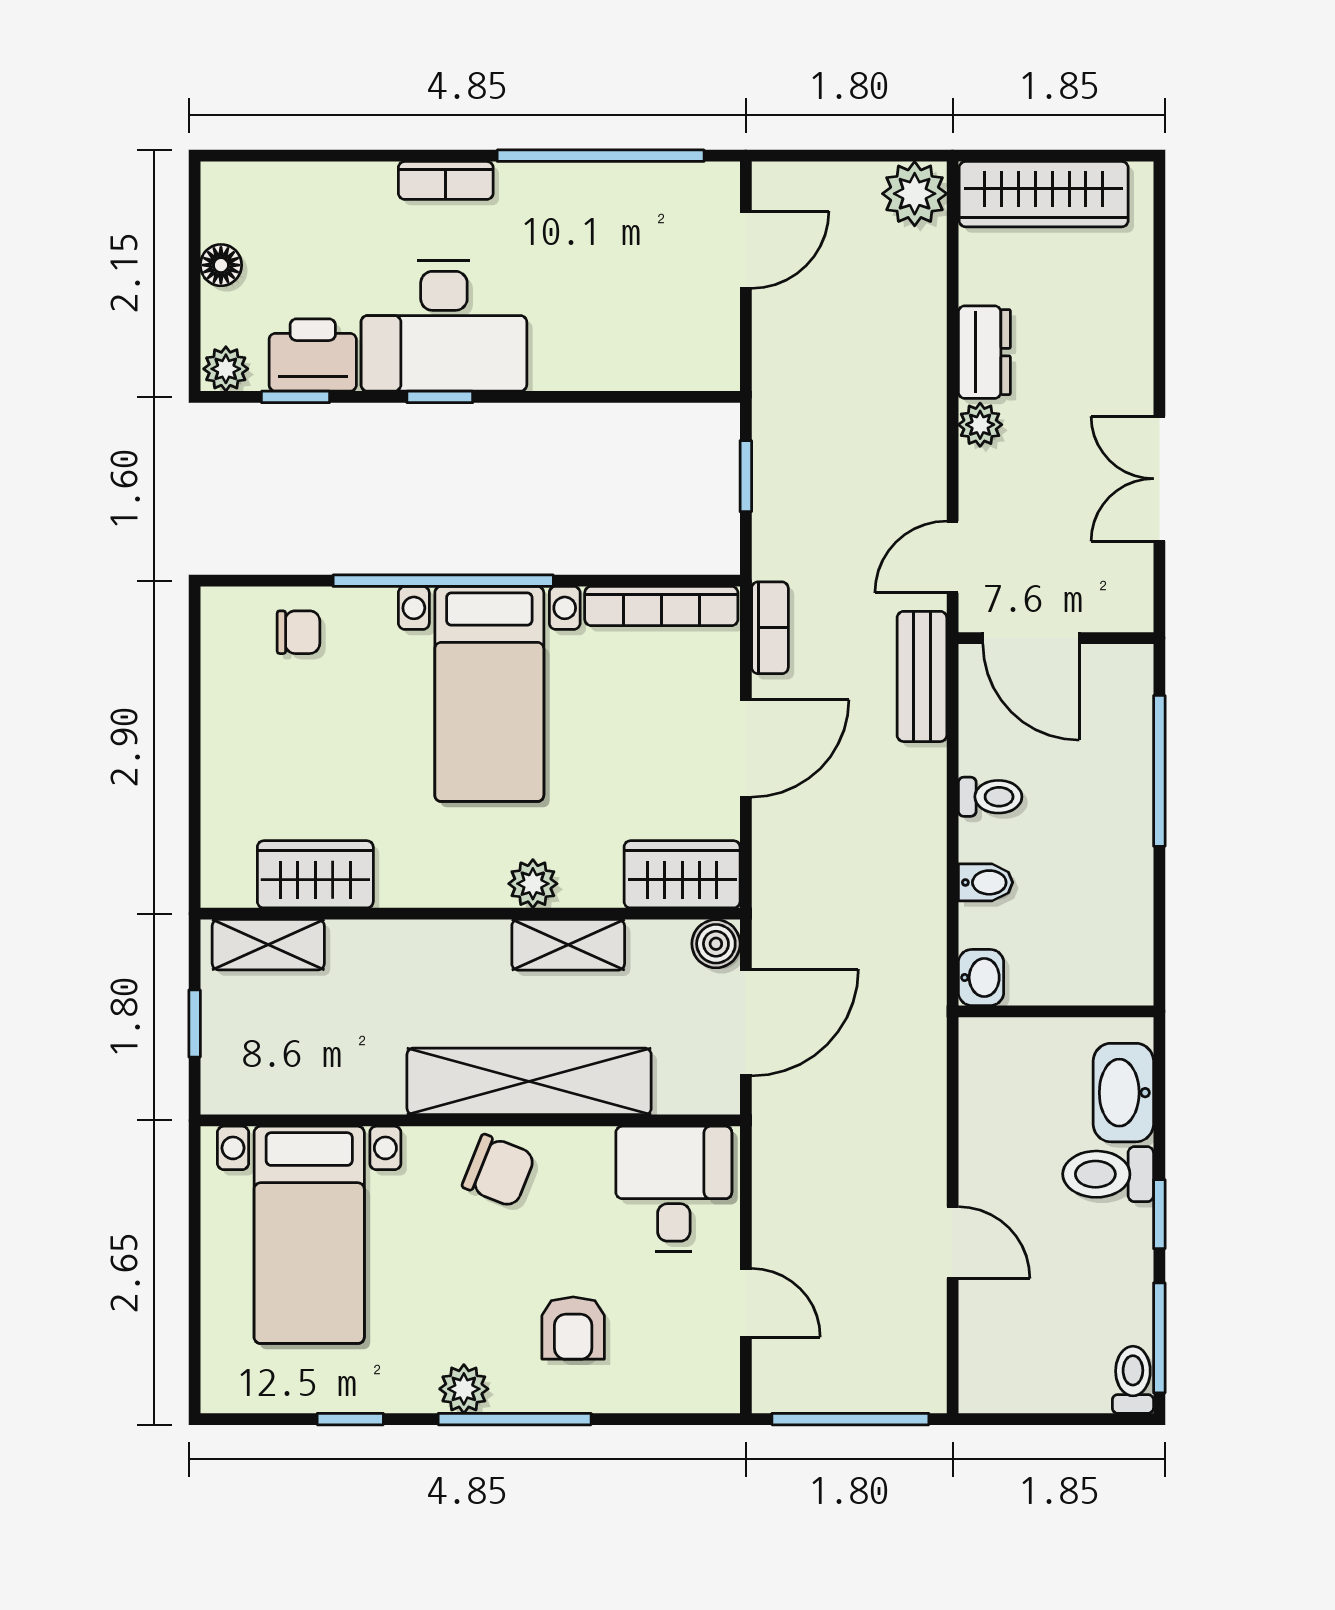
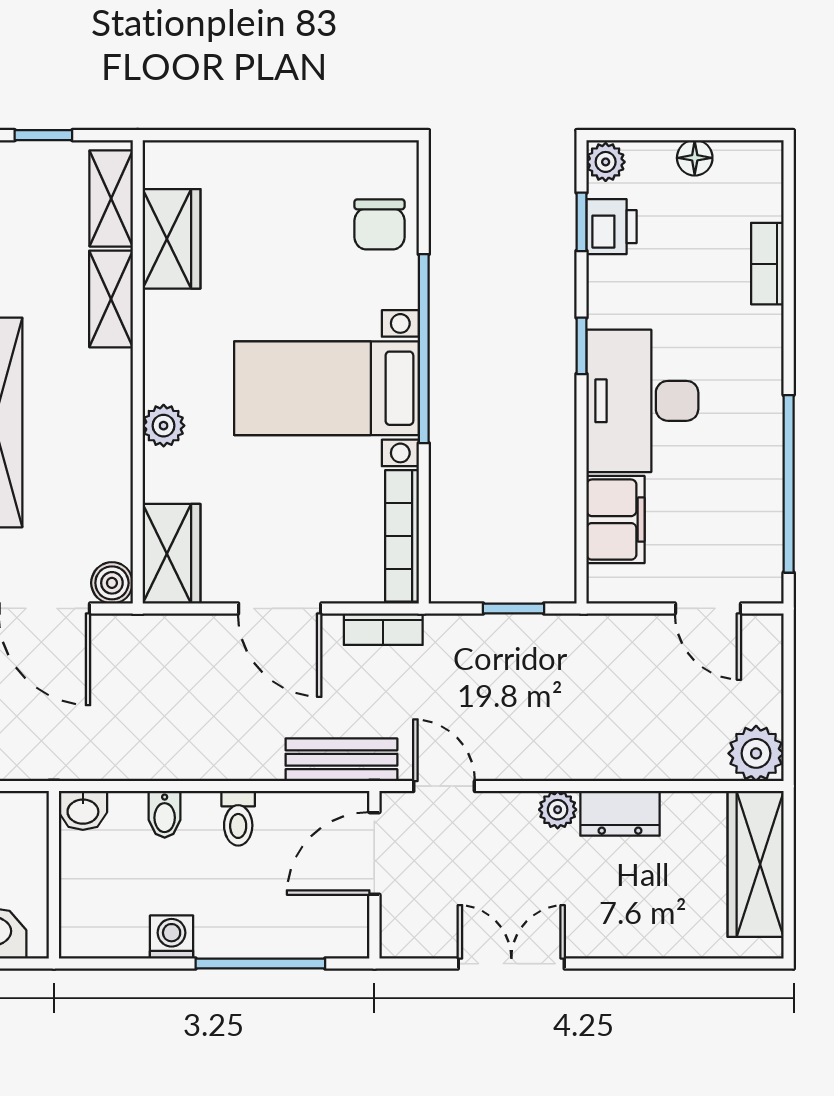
bookcase: (446, 180) -> (767, 264), moved
desk: (444, 326) -> (642, 401), moved
printer: (313, 355) -> (611, 227), width x0.73, depth x0.81
filing cabinet: (642, 357) -> (616, 520), added
chair: (299, 632) -> (379, 224), width x1.37, depth x1.37
washing machine: (1128, 874) -> (172, 937), added
shelving: (568, 945) -> (111, 299), moved

